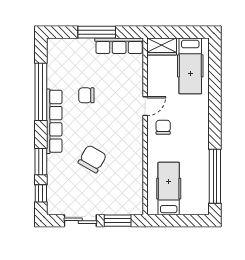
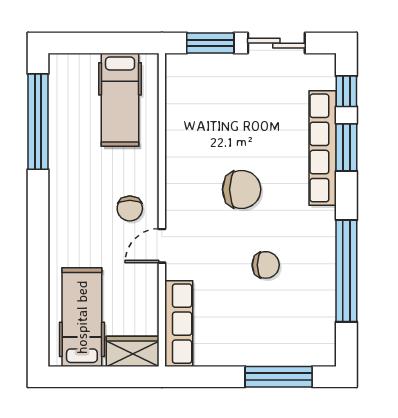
window: (97, 32) -> (279, 377), moved
row of seats: (119, 46) -> (179, 324), moved, turned 90
row of seats: (54, 121) -> (323, 148), moved
chair: (92, 159) -> (242, 189), moved, turned -120

